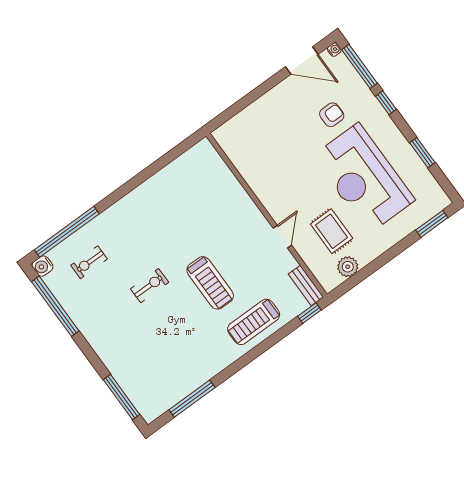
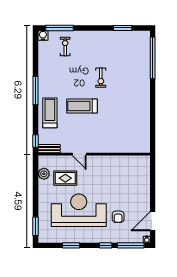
exercise bike: (89, 262) -> (65, 46), moved
water cooler: (43, 266) -> (43, 35), moved
window: (55, 306) -> (123, 28), width x0.47
window: (192, 399) -> (35, 90), moved

